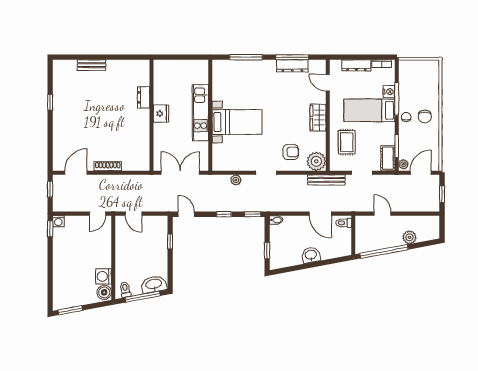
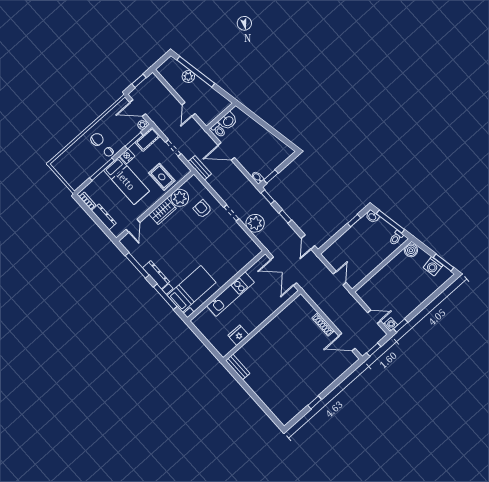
bench: (91, 65) -> (238, 367), moved
dresser: (292, 66) -> (156, 275), moved
nightstand: (389, 92) -> (127, 156), moved
dresser: (144, 97) -> (255, 342), removed
fridge: (161, 113) -> (238, 335), moved
bed with nightstands: (237, 122) -> (192, 289), moved, turned 90
rug: (347, 142) -> (162, 177), turned 90
plant: (316, 161) -> (180, 198), moved
plant: (236, 180) -> (255, 223), width x1.87, depth x1.87
bench: (326, 180) -> (200, 168), width x0.73
door: (98, 214) -> (374, 317), moved
door: (320, 214) -> (226, 151), swing flipped
window: (170, 241) -> (354, 221), moved
window: (267, 250) -> (271, 176), moved
window: (384, 251) -> (196, 72), moved
washbasin: (311, 255) -> (228, 121), moved, turned -79
washing machine: (104, 276) -> (433, 266), moved, turned 79
washbasin: (154, 284) -> (372, 217), width x0.52, depth x0.69

